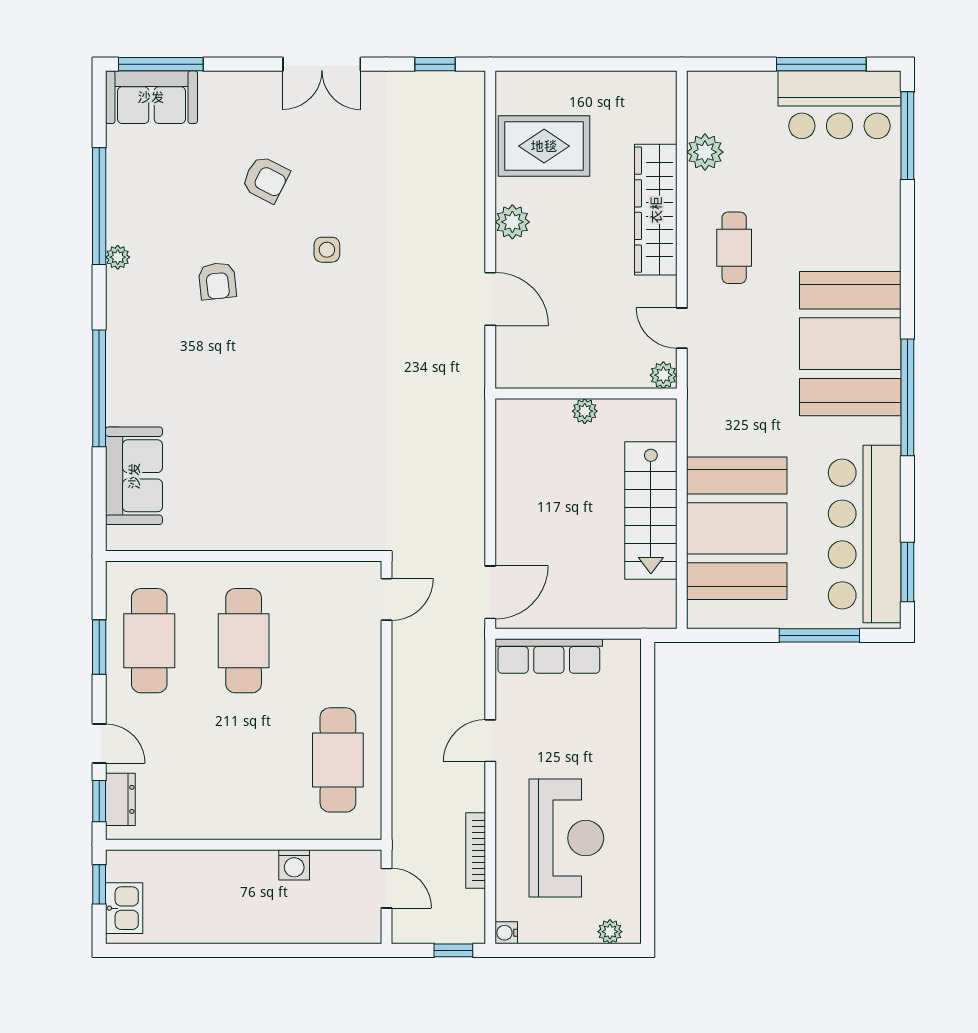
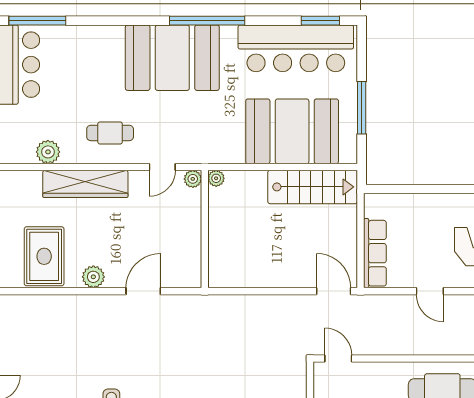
plant: (585, 411) -> (216, 178), moved
stairs: (651, 510) -> (313, 187), moved
window: (819, 635) -> (362, 108), moved

